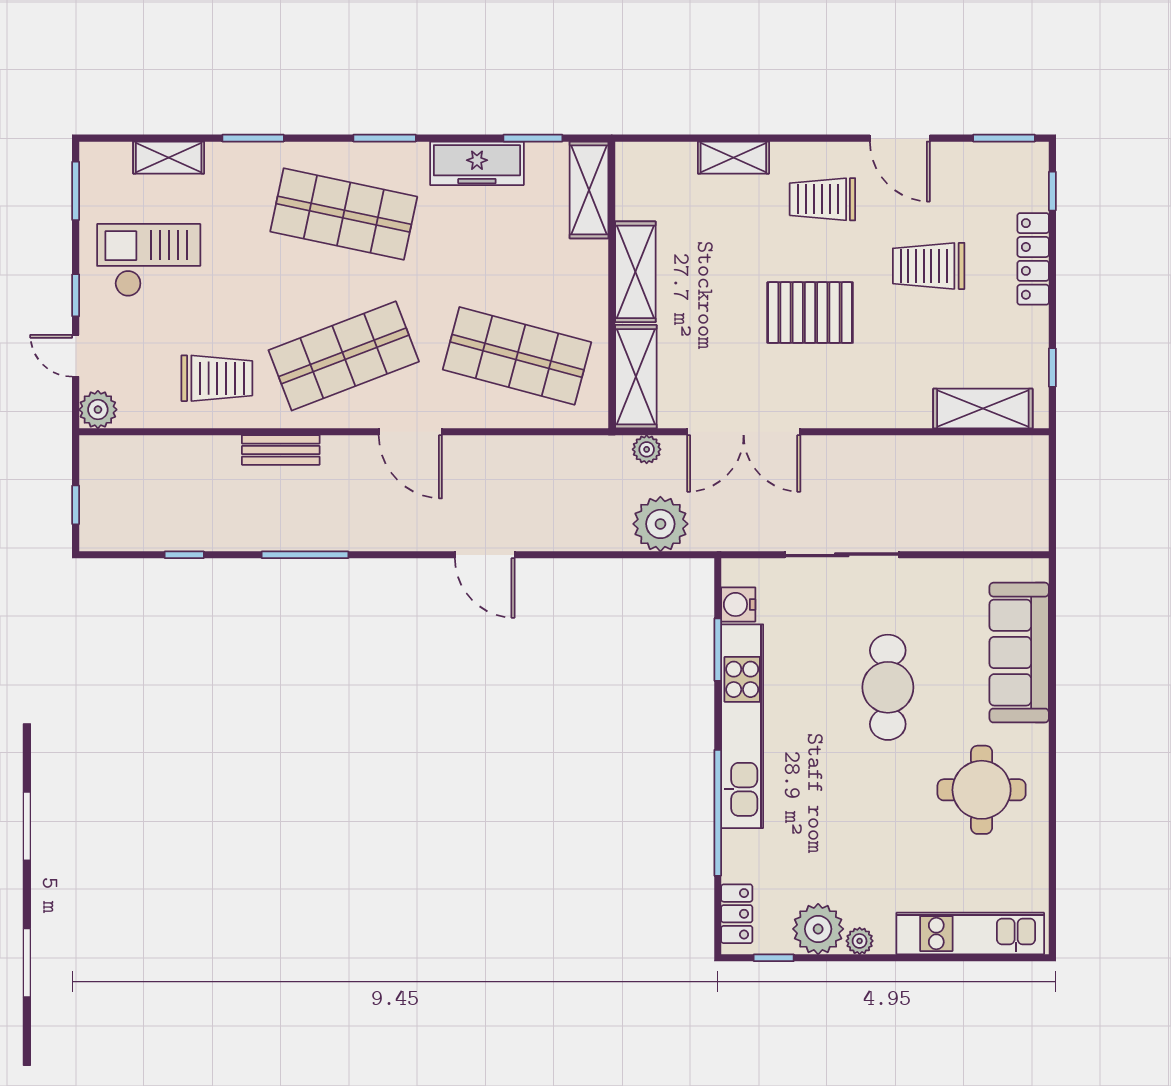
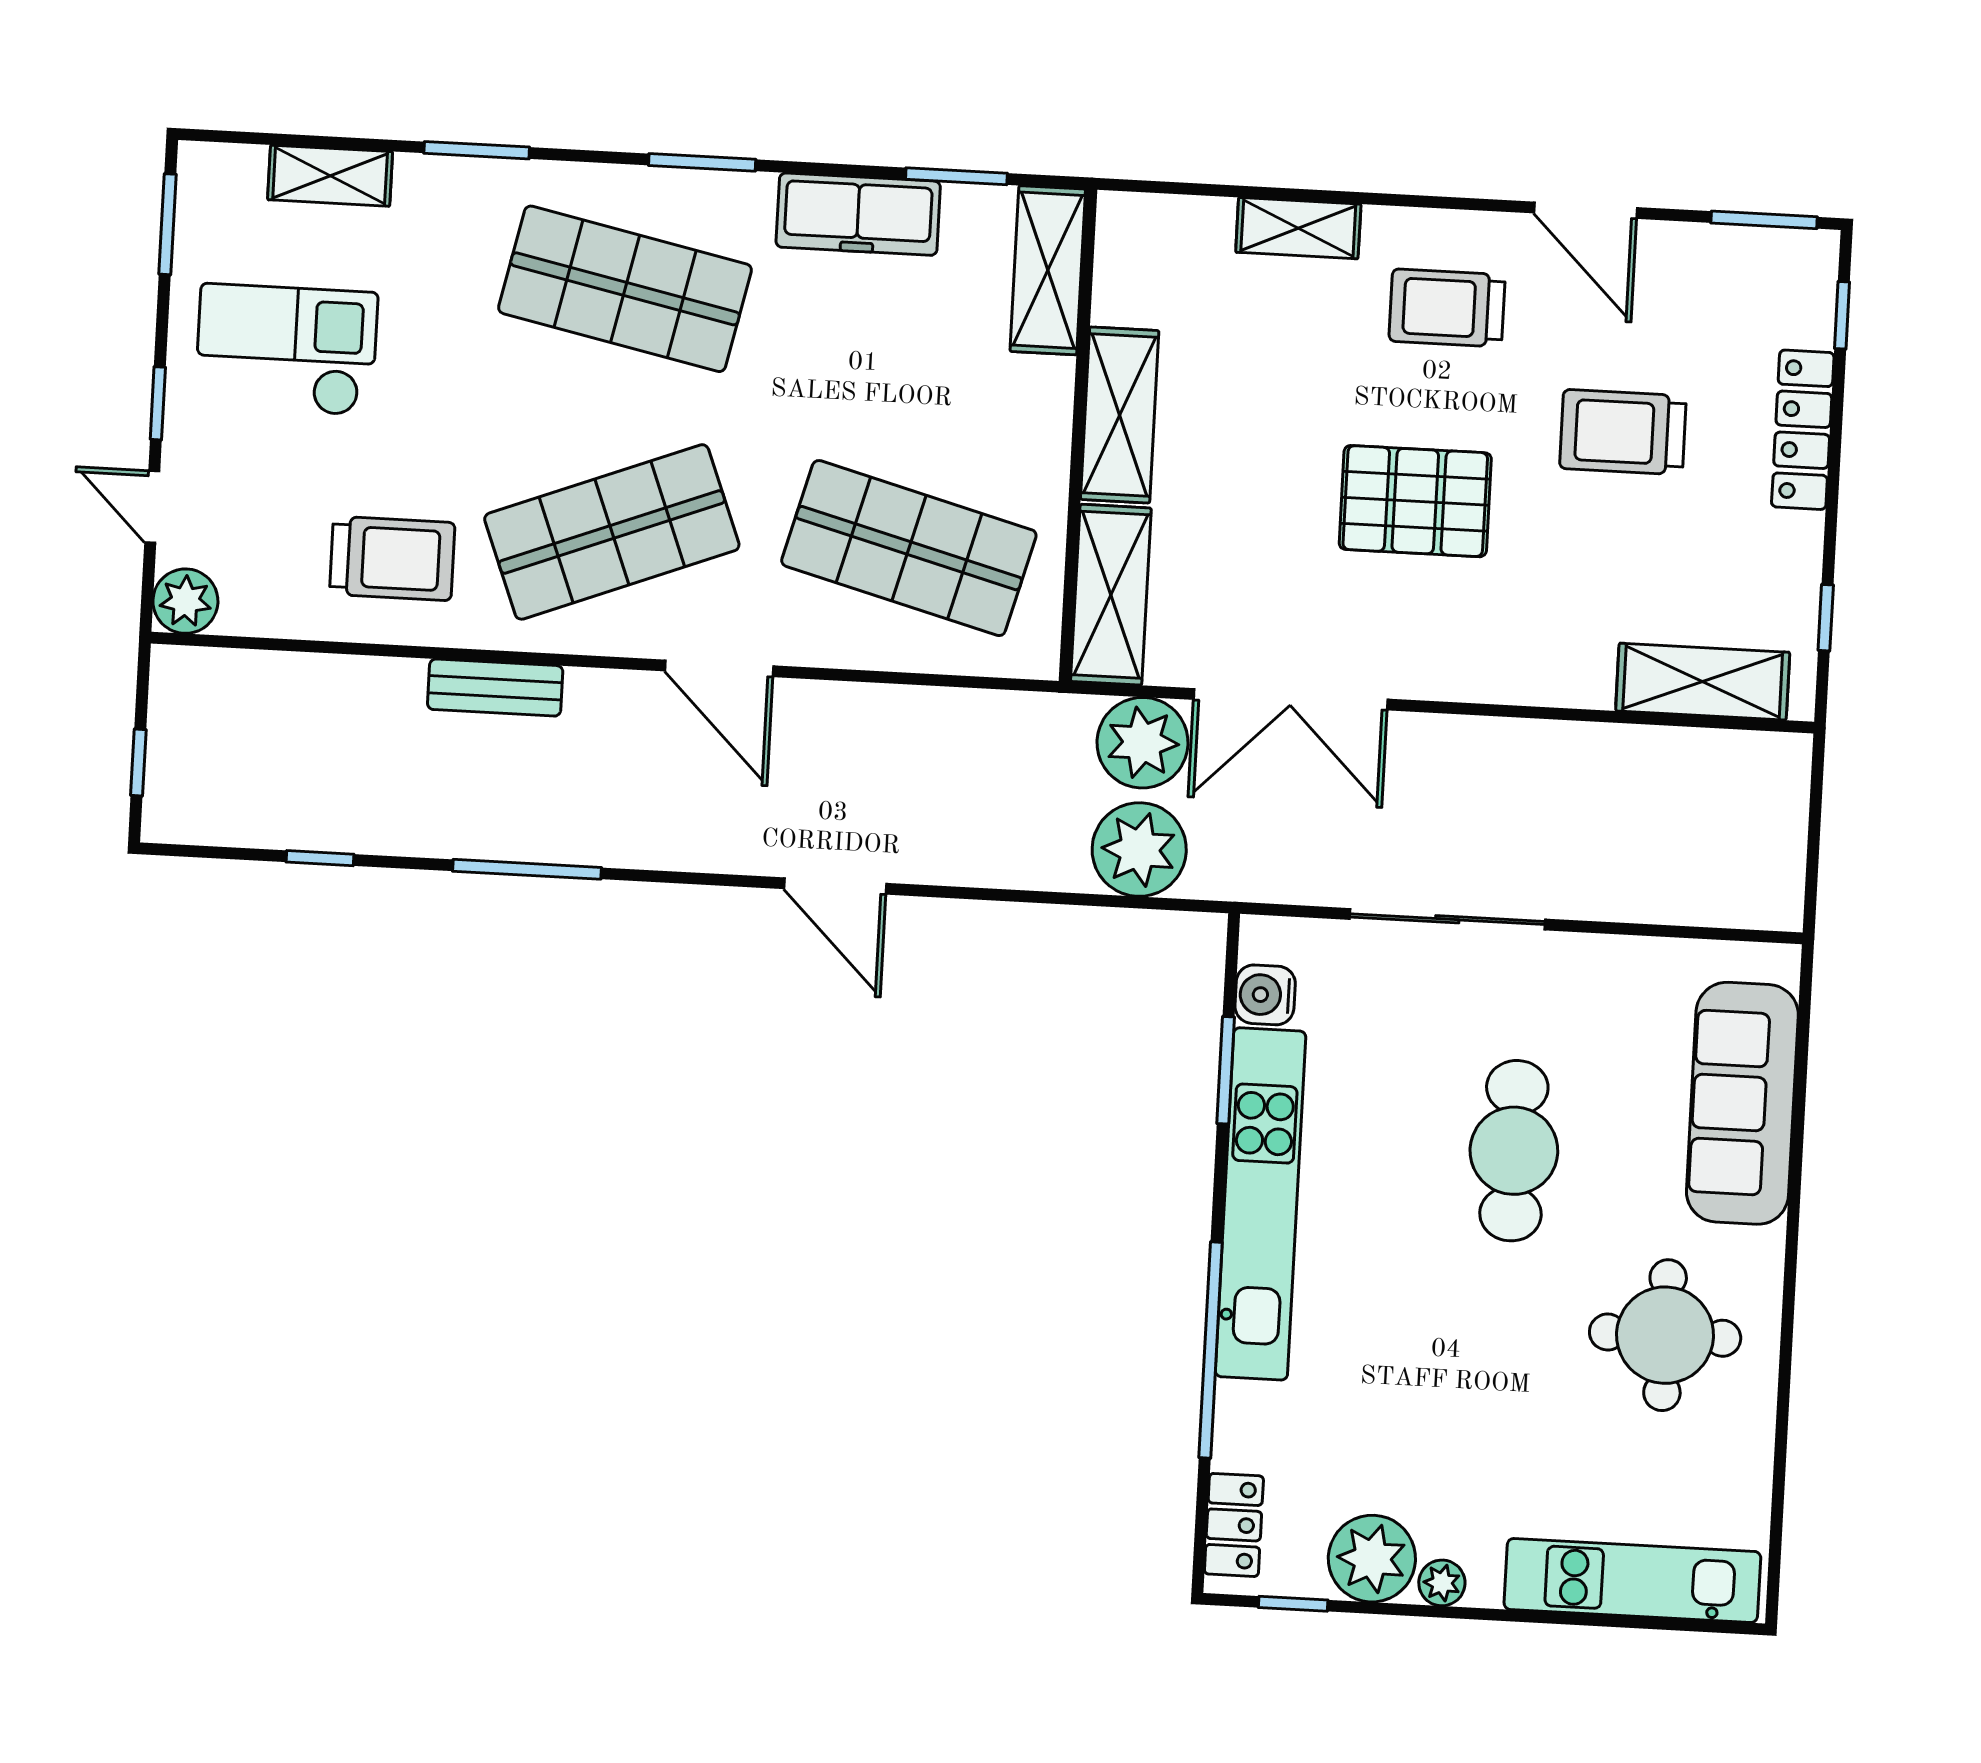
plant: (647, 449) -> (1142, 743), width x1.88, depth x1.88

